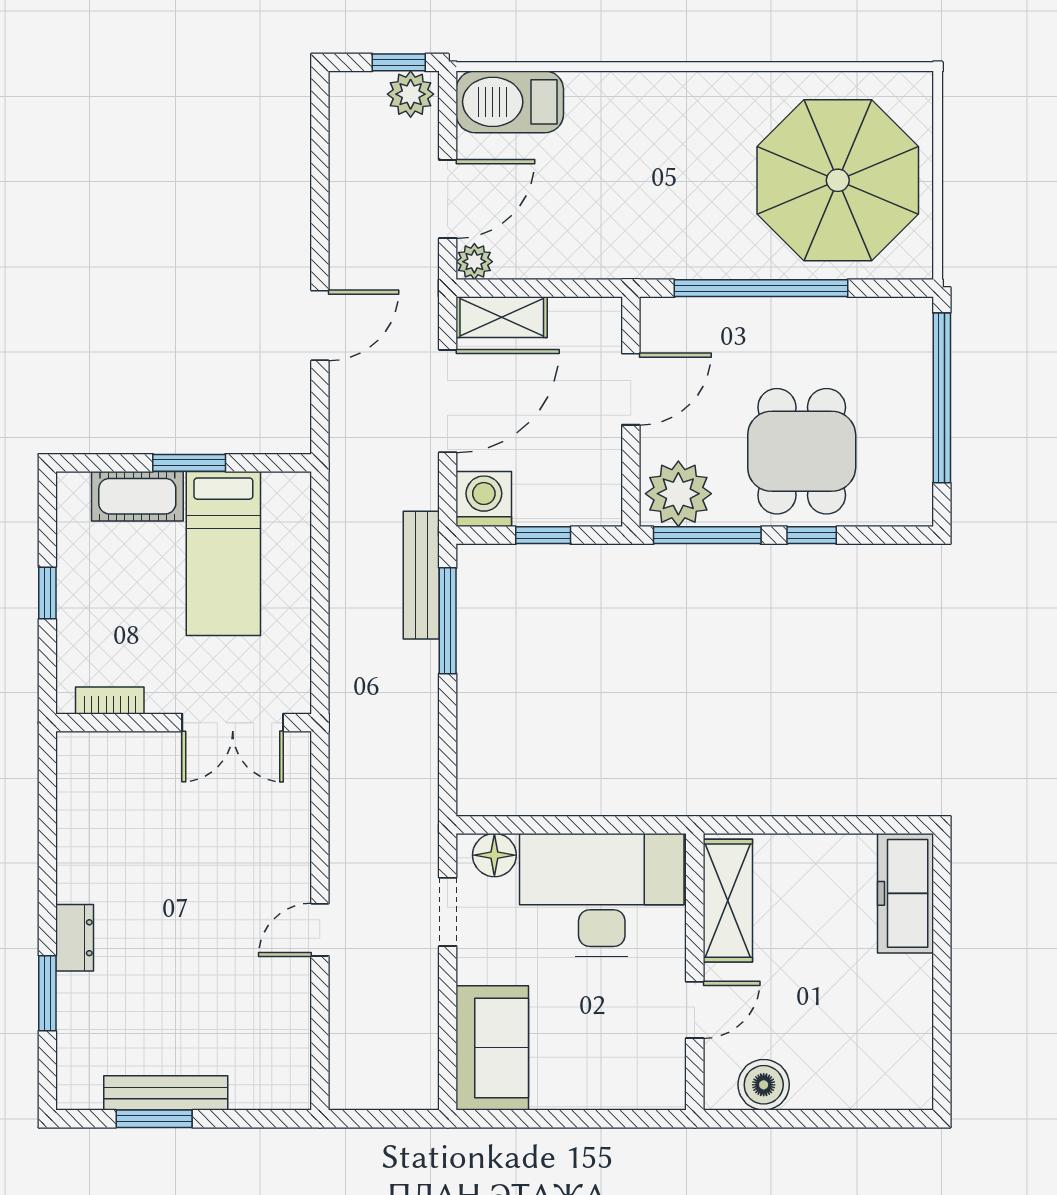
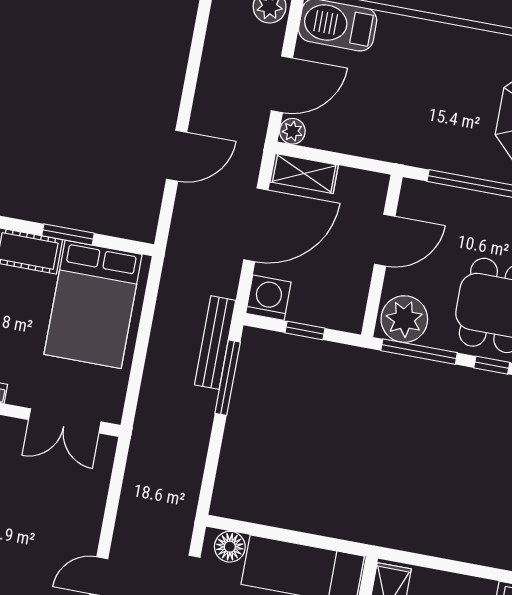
bed: (223, 553) -> (93, 304), width x1.50

